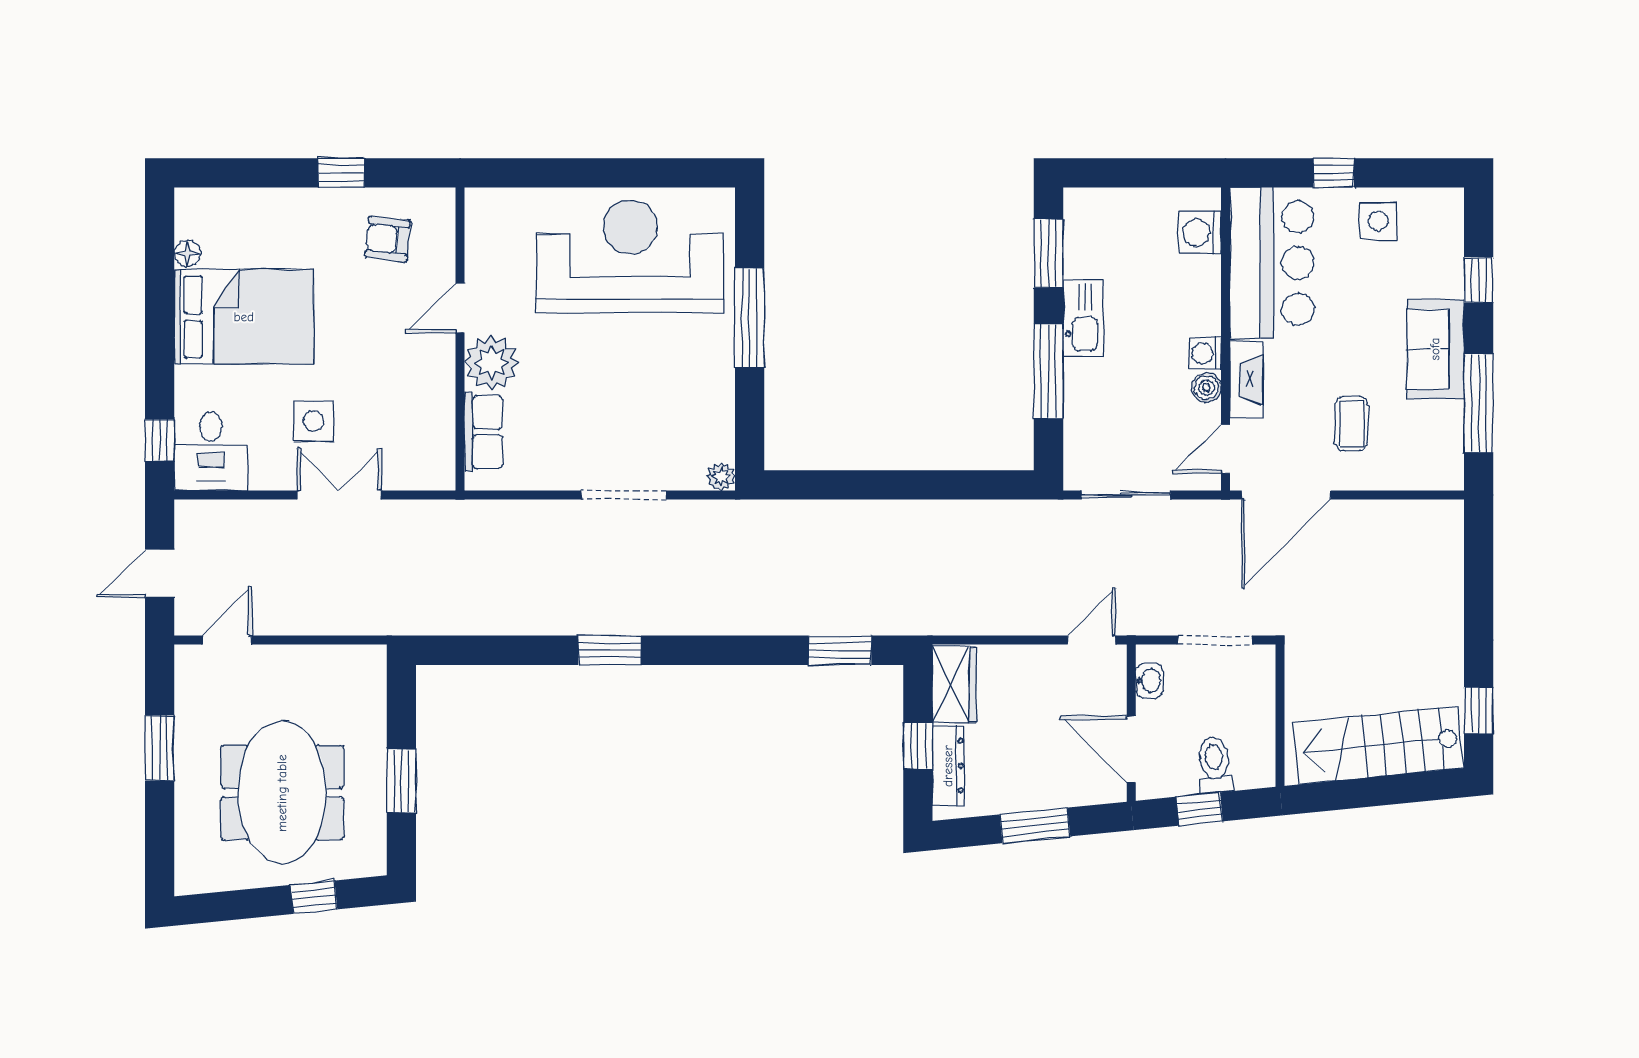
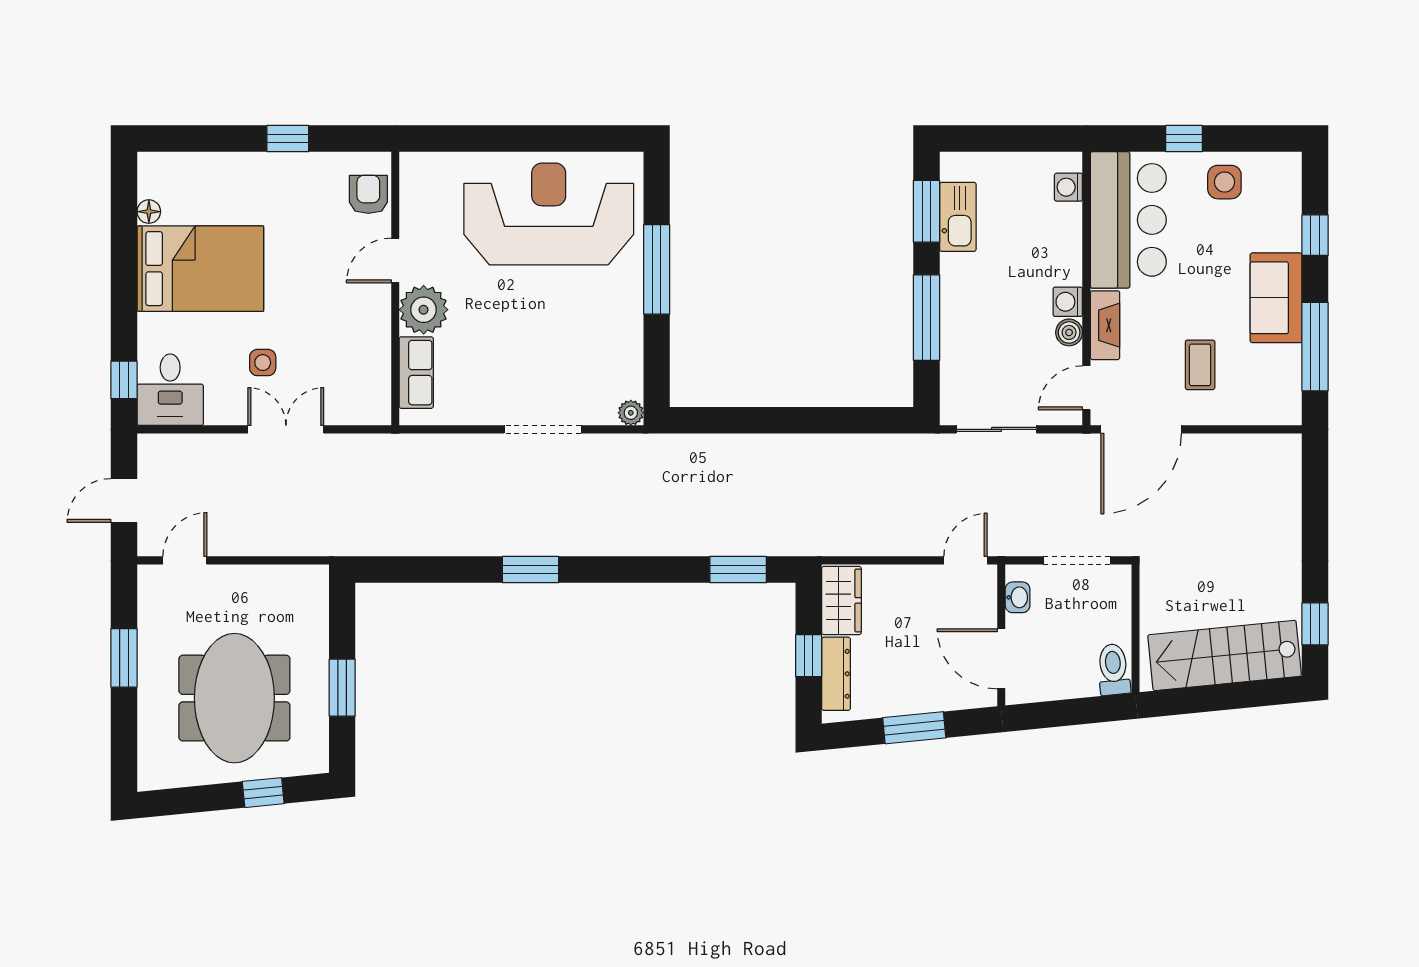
washing machine: (1200, 233) -> (1068, 187), width x0.73, depth x0.73
armchair: (388, 239) -> (368, 194), moved, turned 84
kitchen sink: (1083, 318) -> (958, 217), moved
side table: (313, 421) -> (263, 363), width x0.73, depth x0.73
toilet: (1215, 765) -> (1114, 669), moved
window: (1200, 809) -> (1063, 713), removed

